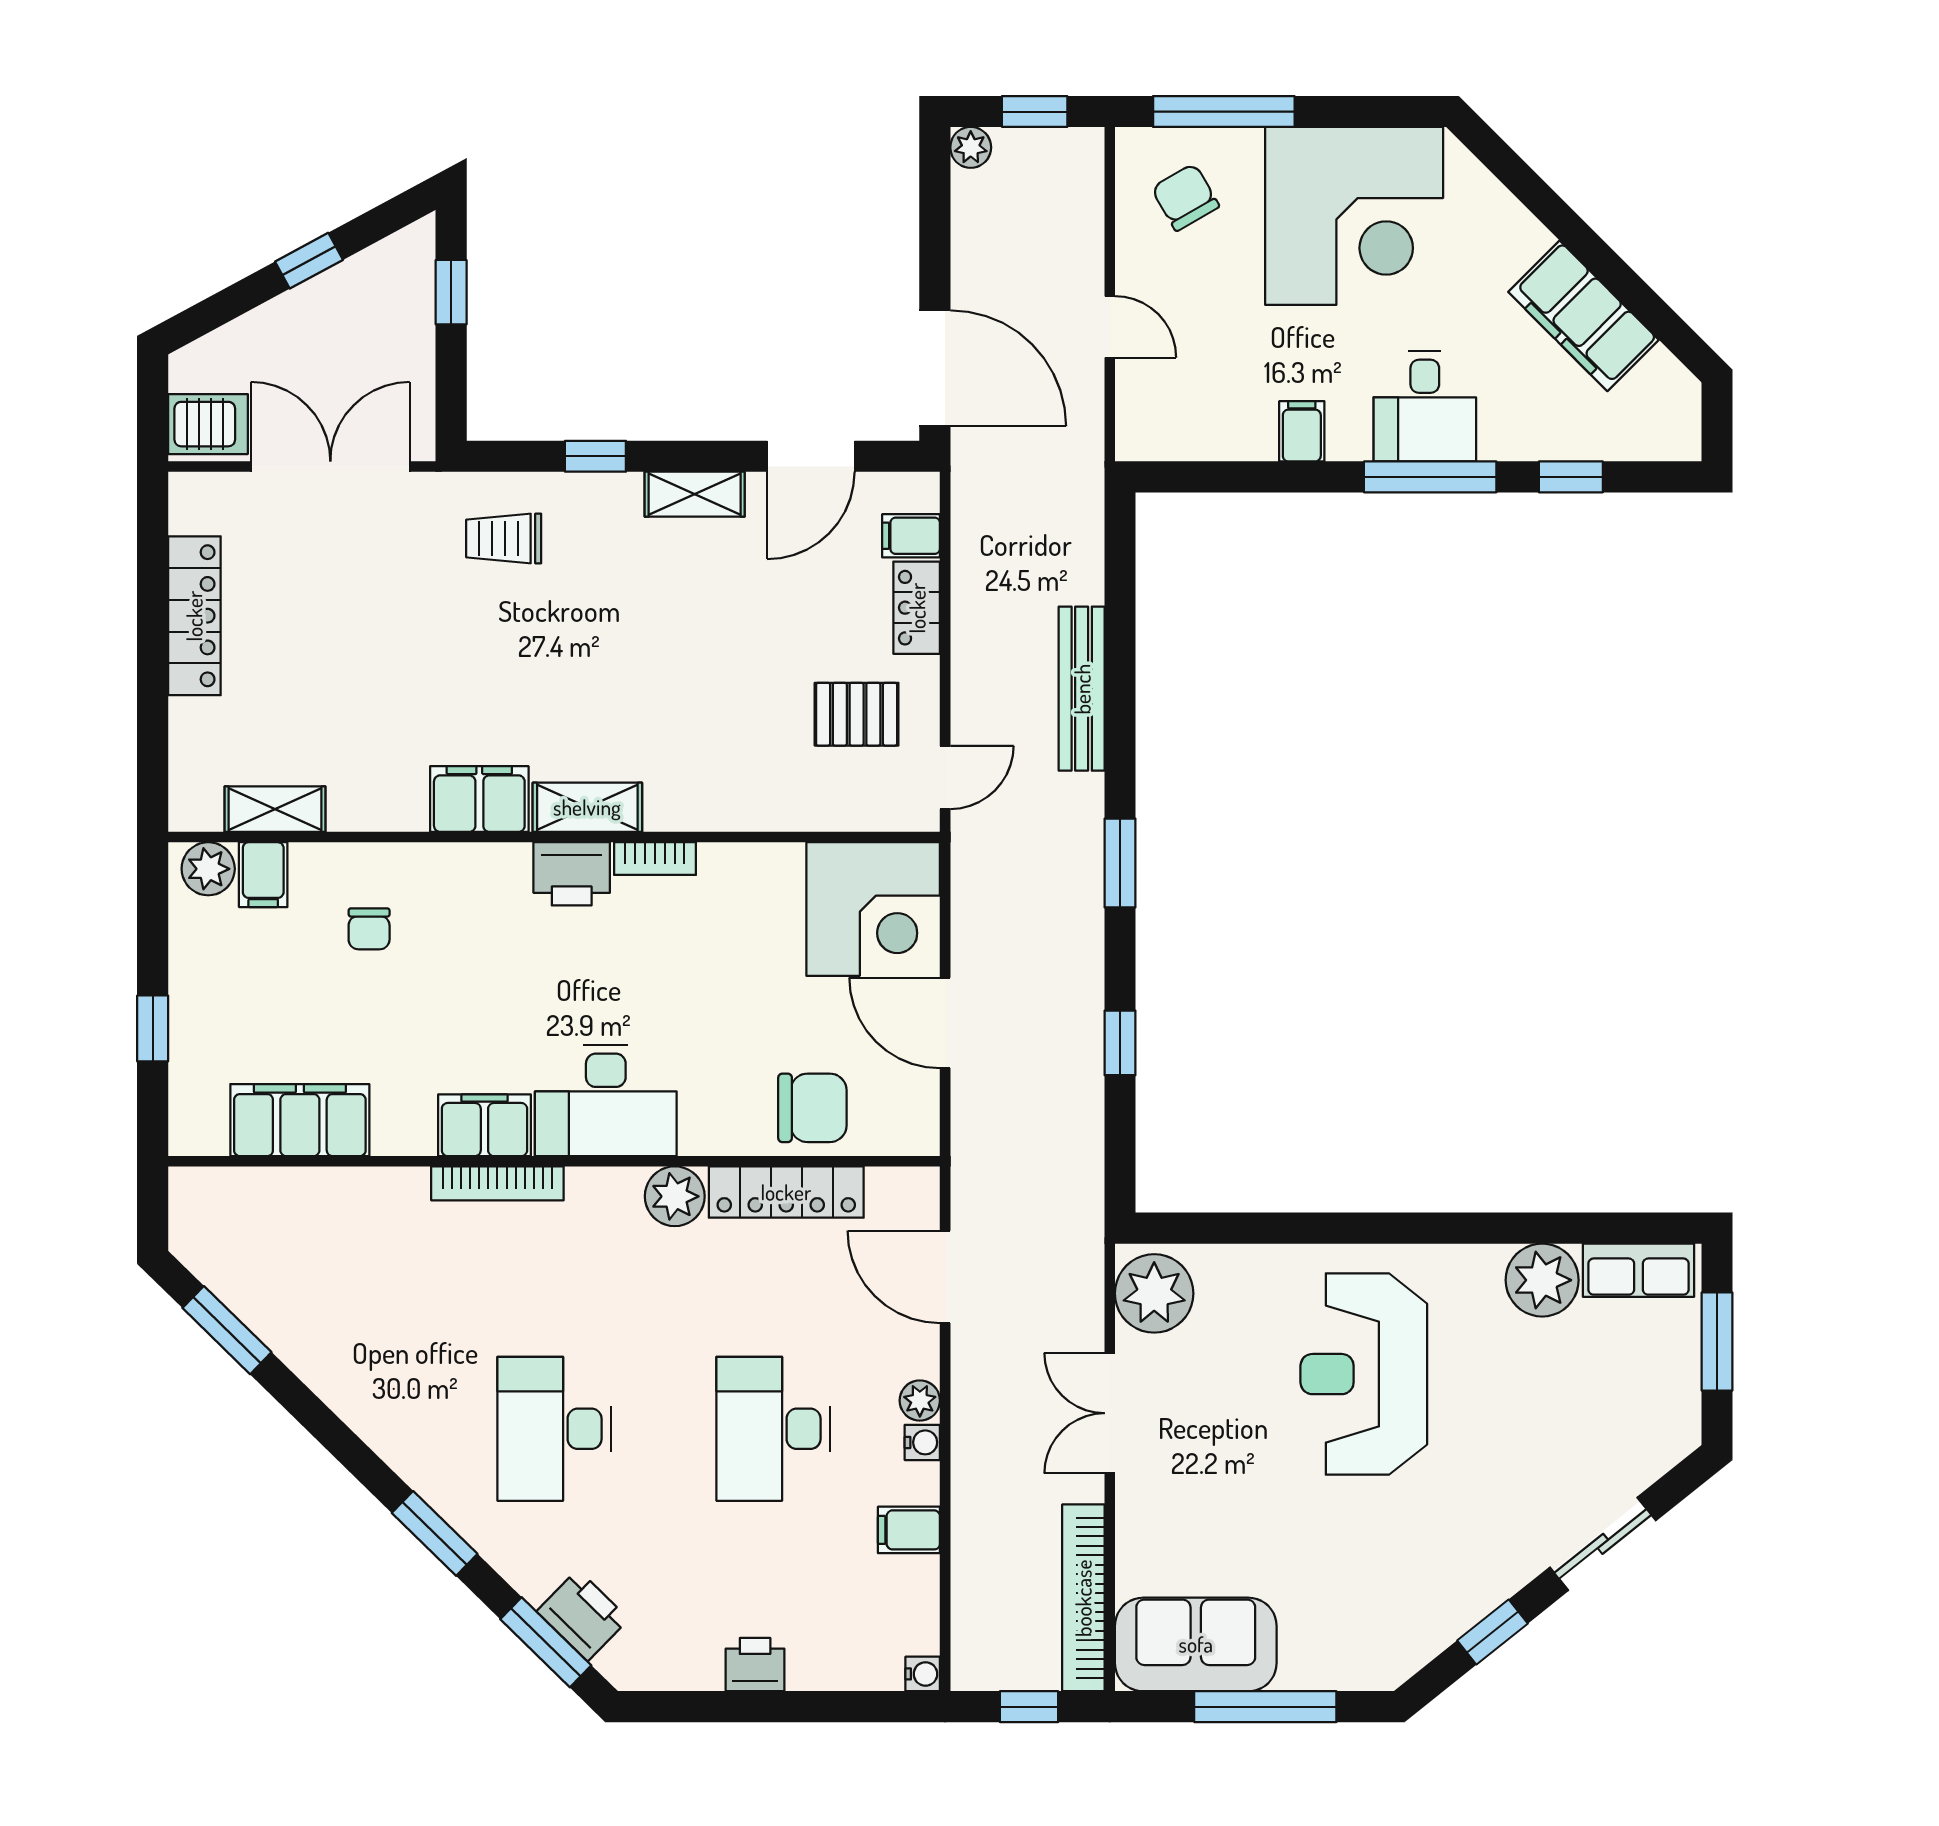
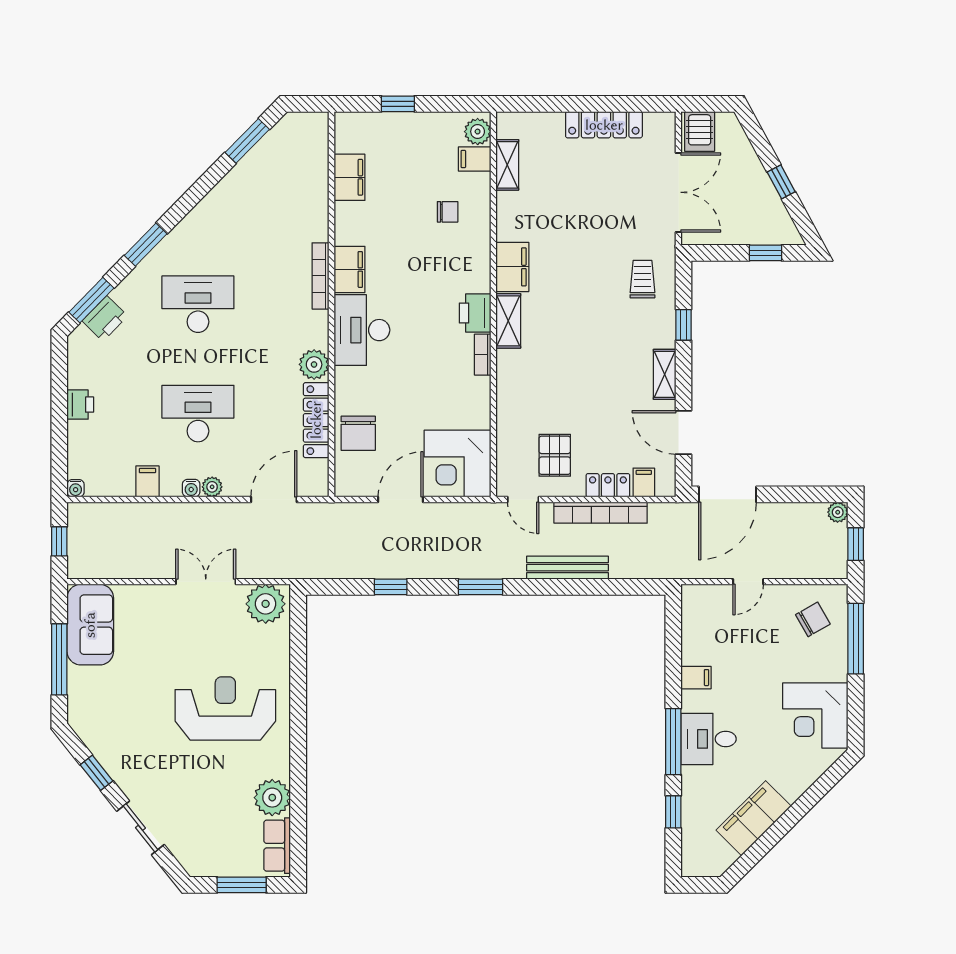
corner desk: (1354, 216) -> (815, 715), width x0.74, depth x0.74
chair: (369, 929) -> (448, 212), turned 180
filing cabinet: (300, 1120) -> (350, 177), width x0.67, depth x0.86
bookcase: (1083, 1598) -> (601, 513), moved, turned 180

